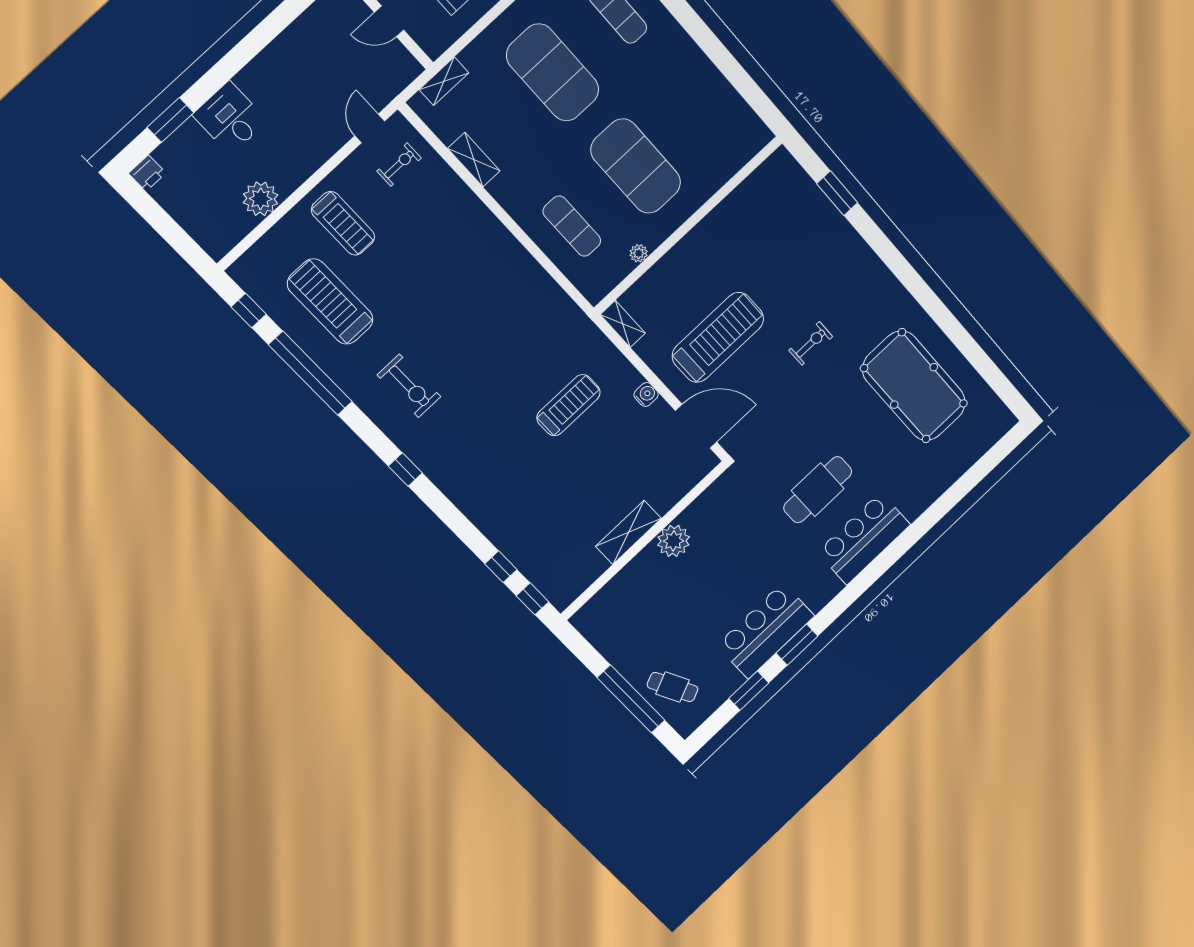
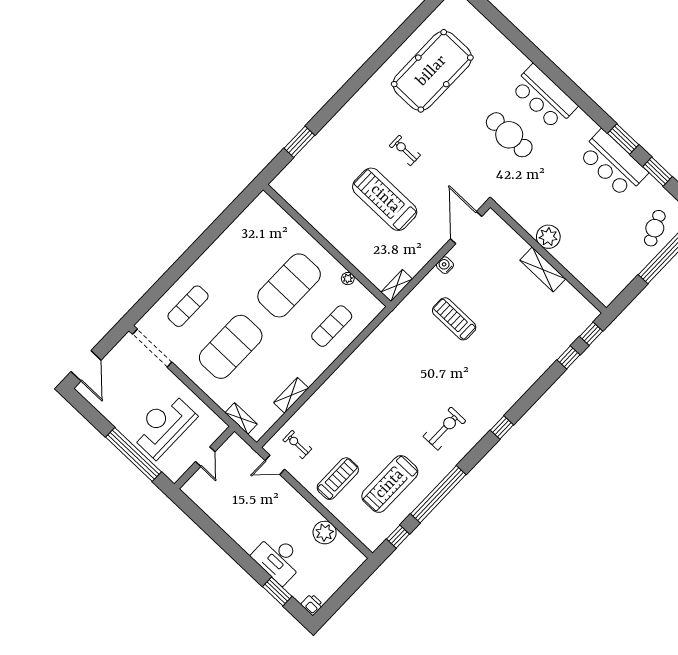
desk: (230, 118) -> (278, 559), width x1.37
treadmill: (718, 337) -> (385, 199), moved

